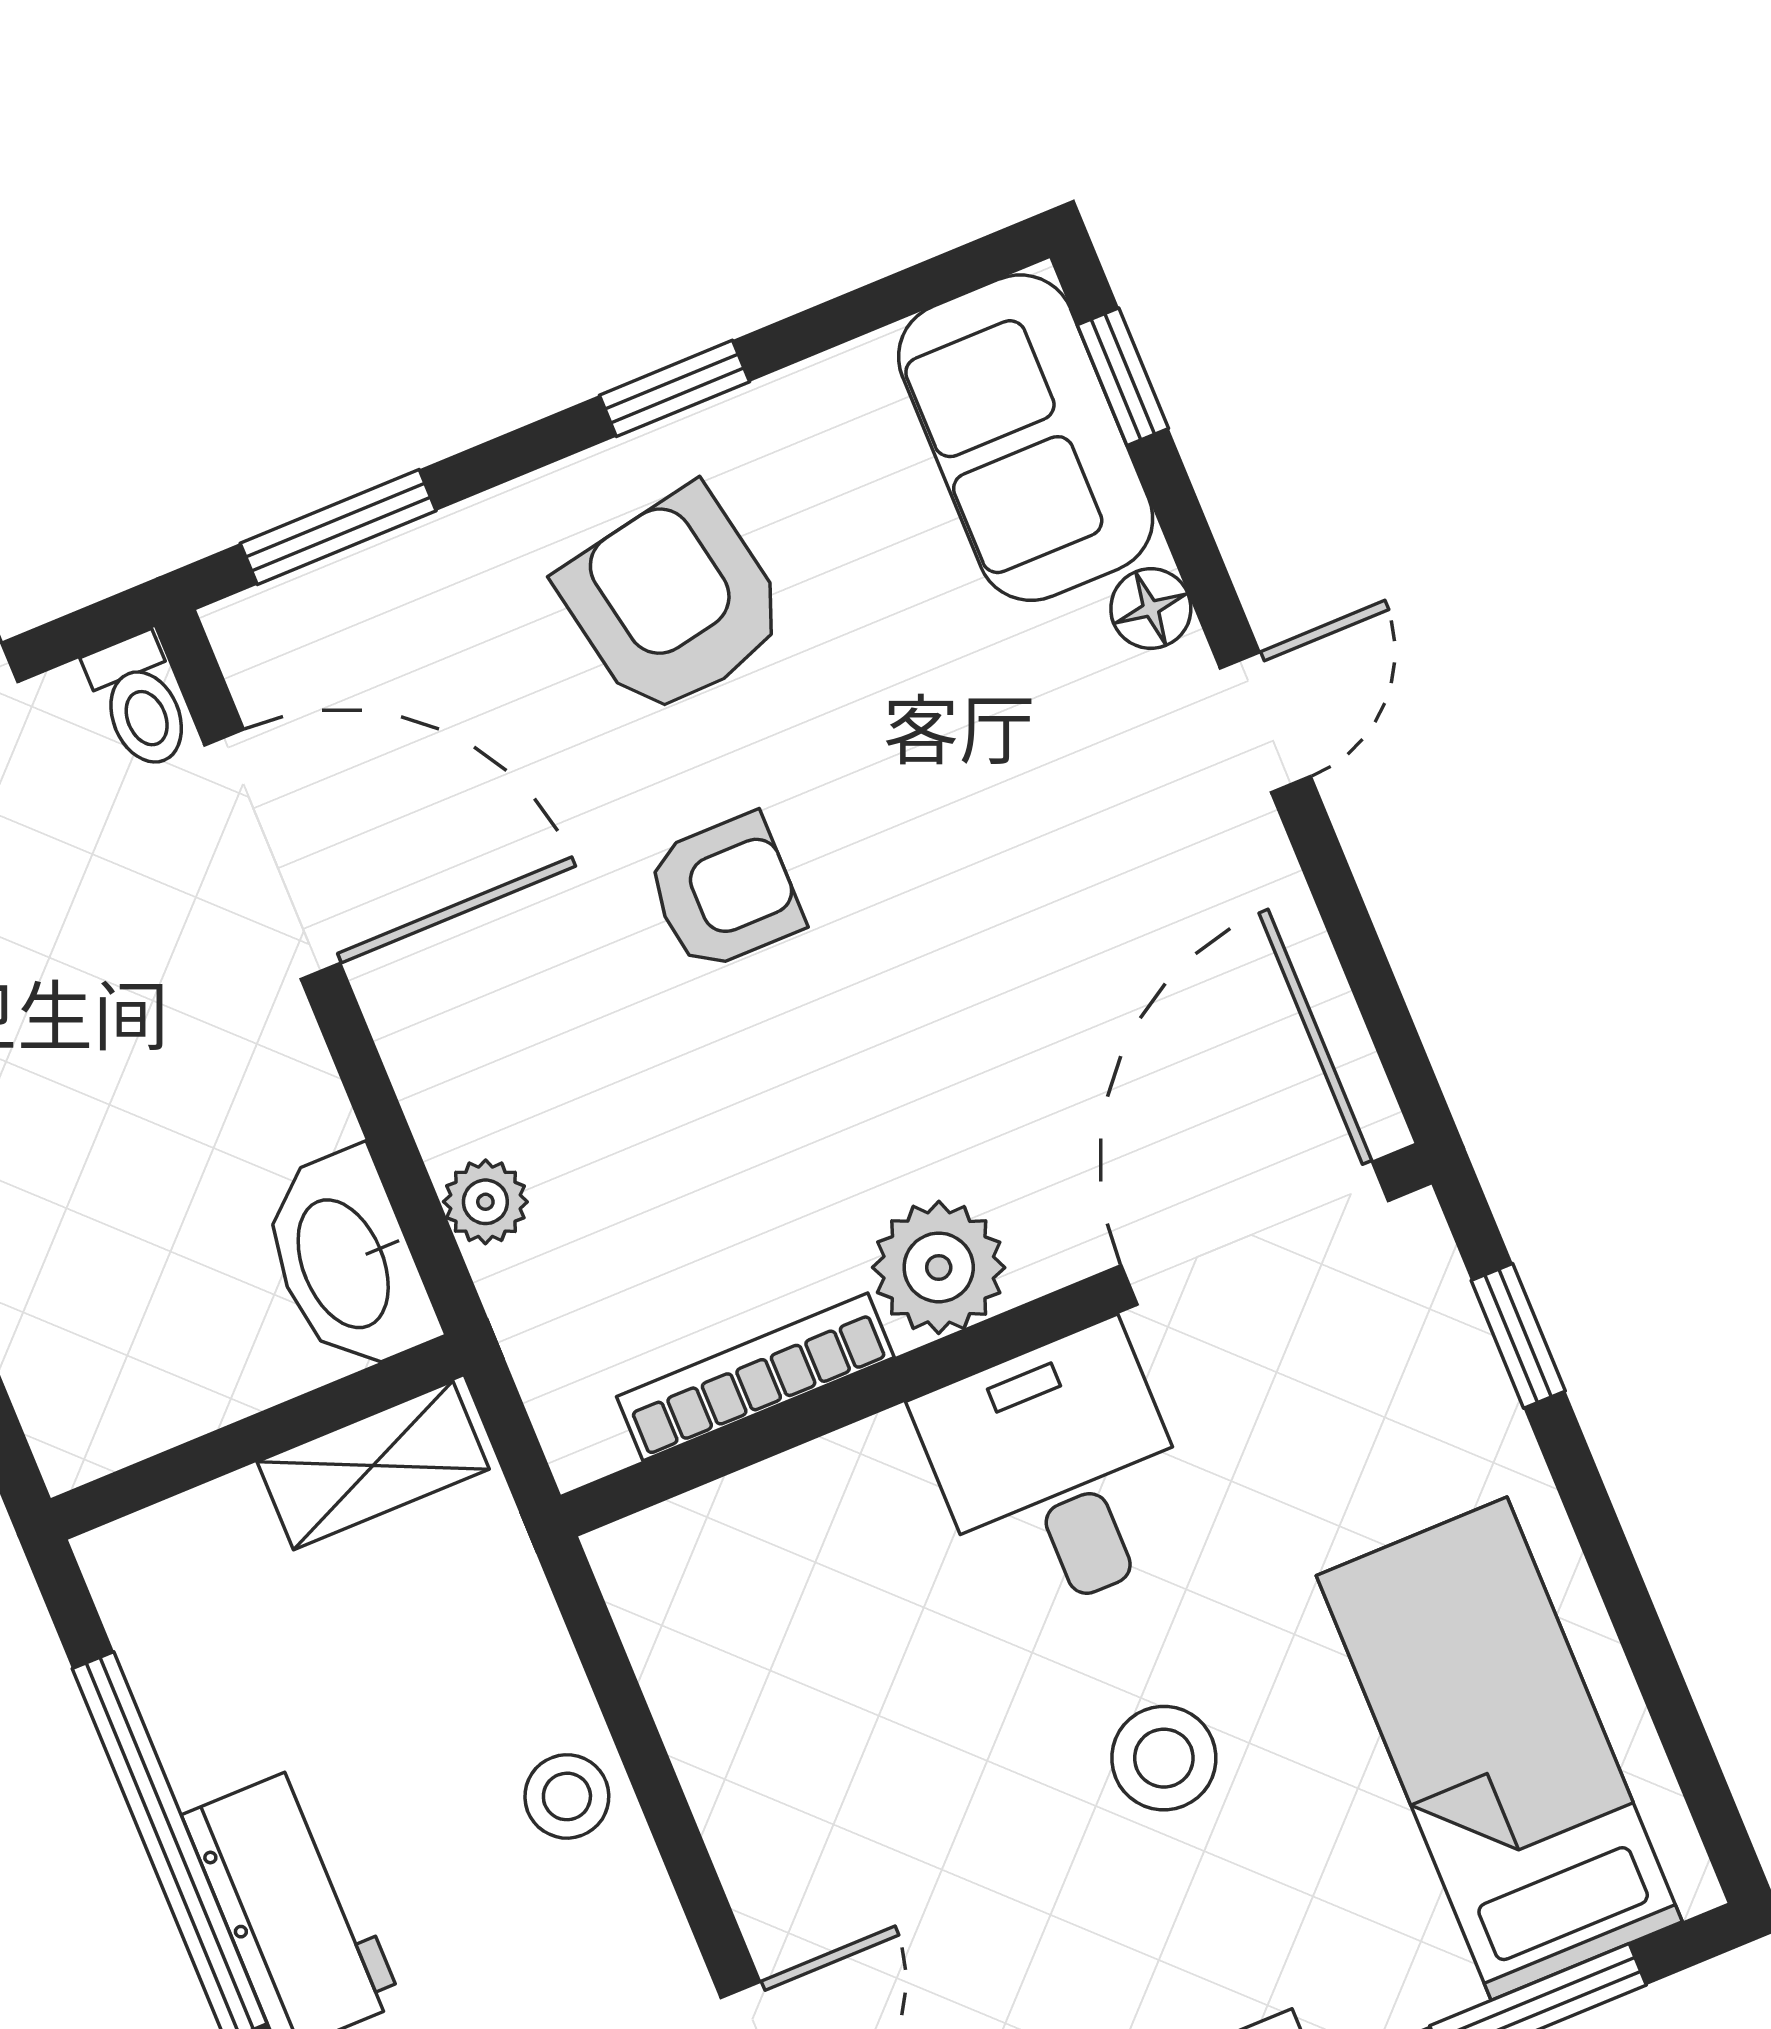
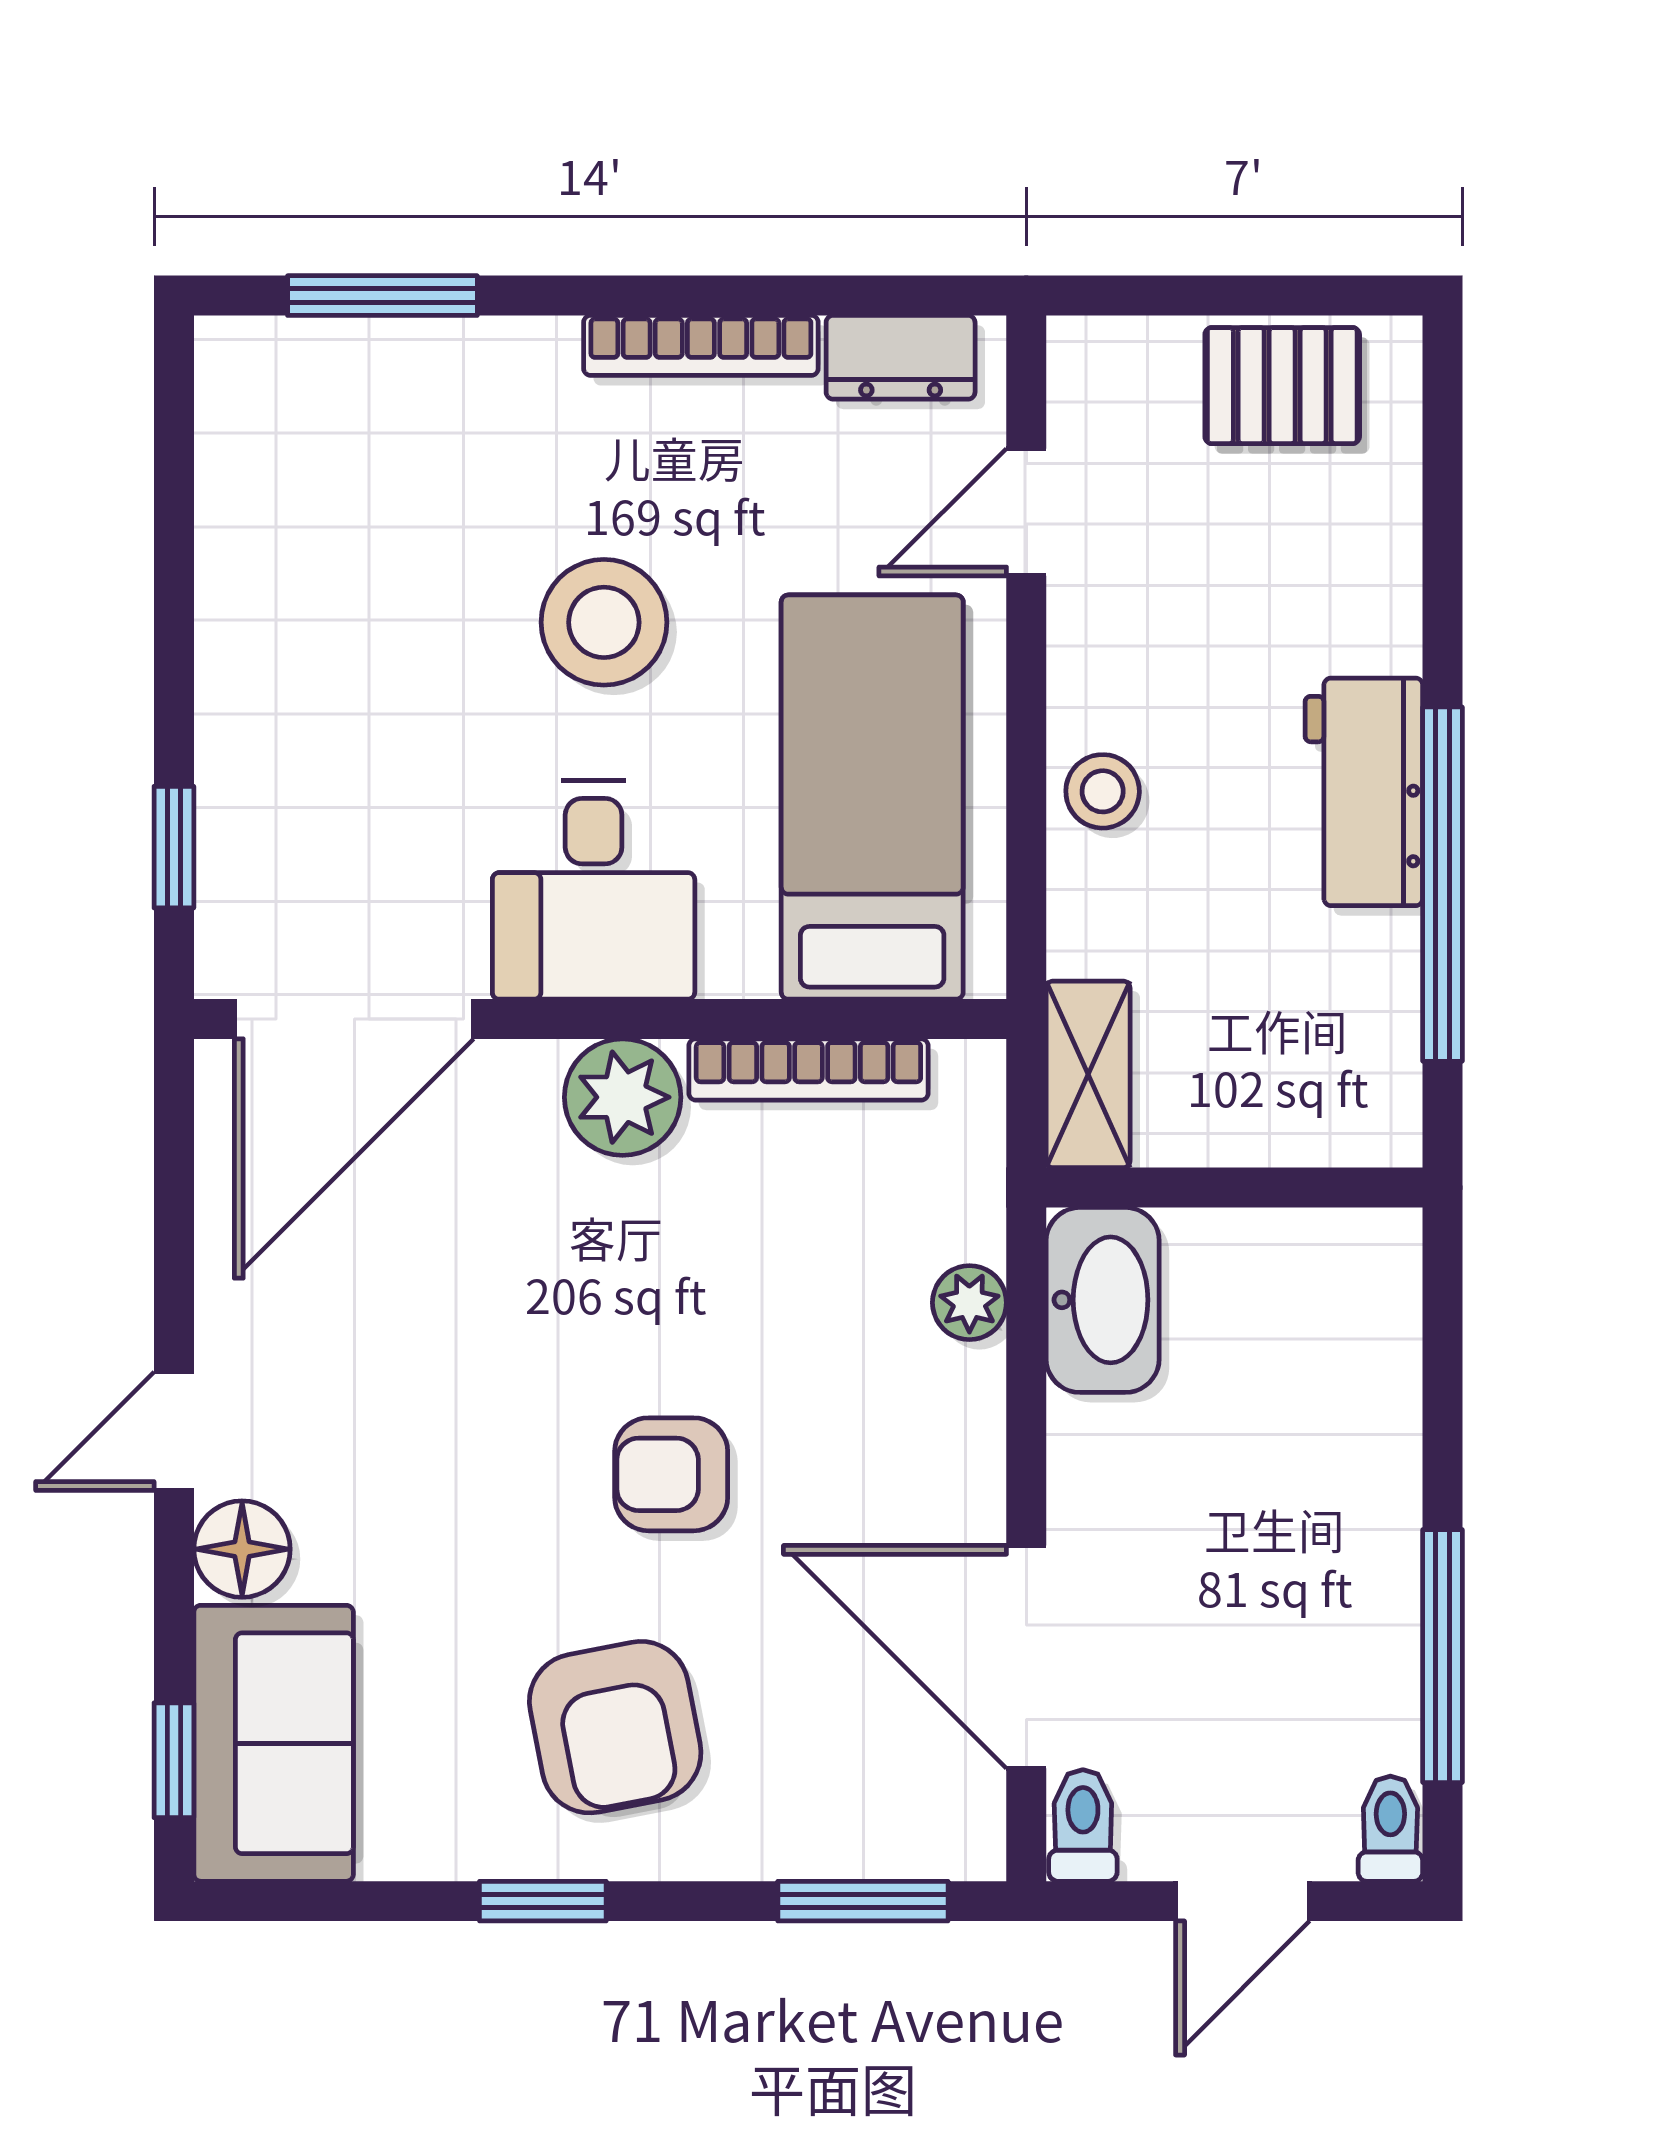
floor lamp: (1151, 609) -> (242, 1549), width x1.37, depth x1.37
shelving: (373, 1465) -> (1088, 1074), moved, turned 90
bed: (1499, 1749) -> (872, 797), moved, turned 180
stool: (1164, 1758) -> (604, 622), width x1.38, depth x1.38

